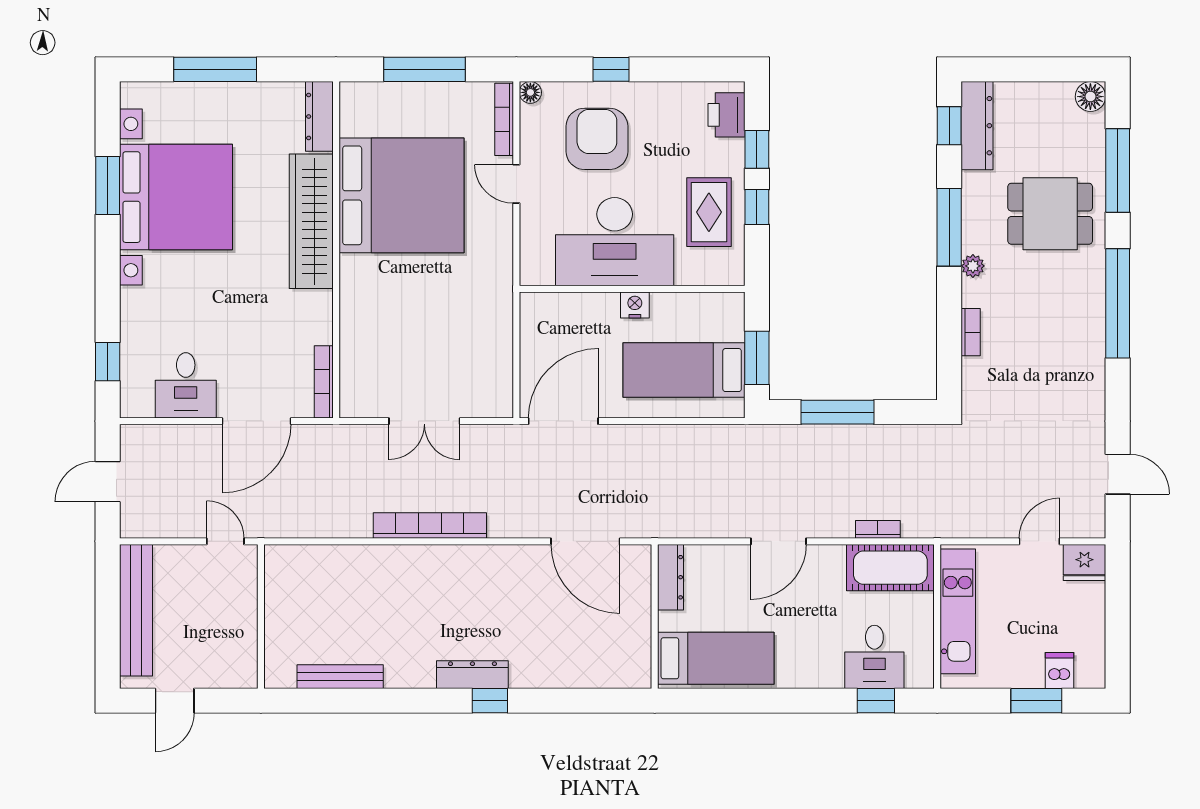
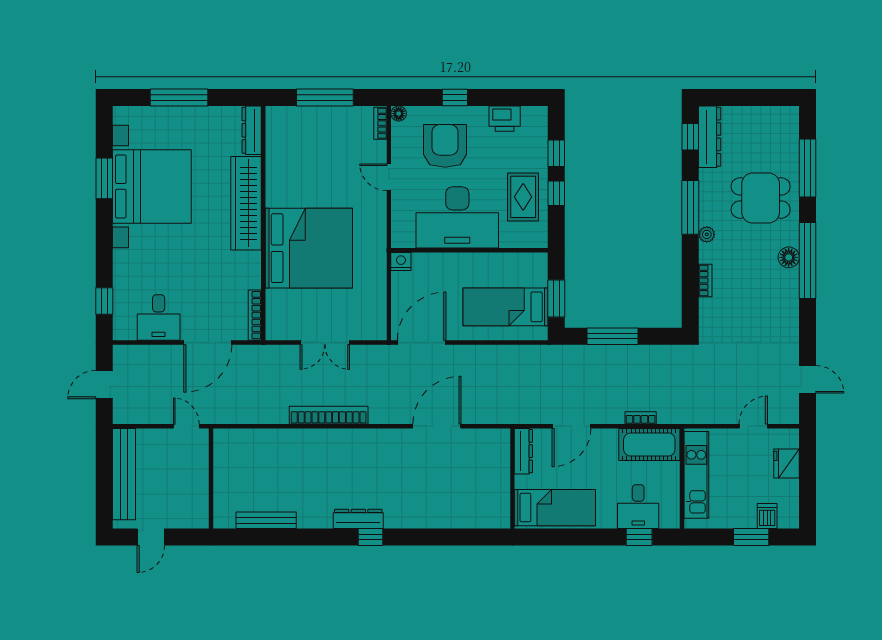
floor lamp: (1090, 97) -> (789, 257), moved
printer: (726, 115) -> (505, 119), moved, turned -90
bookcase: (504, 119) -> (380, 123), width x0.64
bed: (401, 195) -> (309, 248), moved
nightstand: (635, 305) -> (401, 262), moved
door: (585, 541) -> (437, 426), swing flipped
fridge: (1084, 563) -> (787, 464), moved, turned 90
dresser: (671, 577) -> (523, 451), moved
wall: (655, 616) -> (512, 478), moved
bed: (716, 658) -> (555, 508), moved

